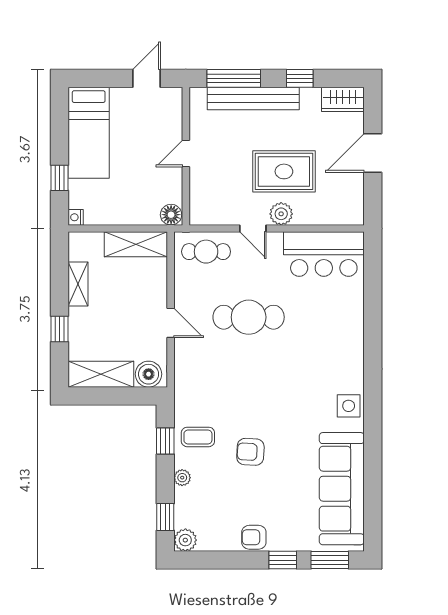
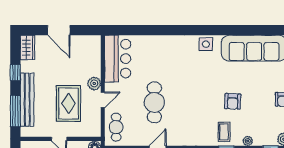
rug: (284, 171) -> (69, 103), moved

